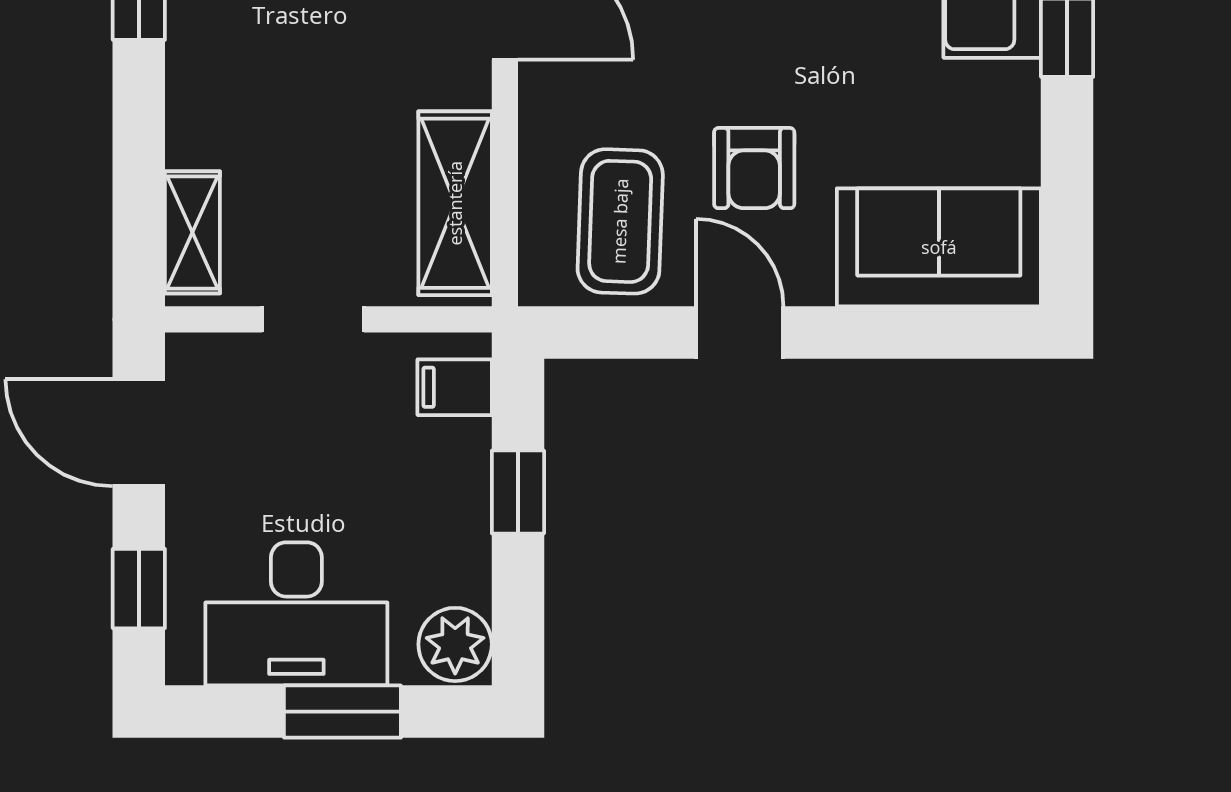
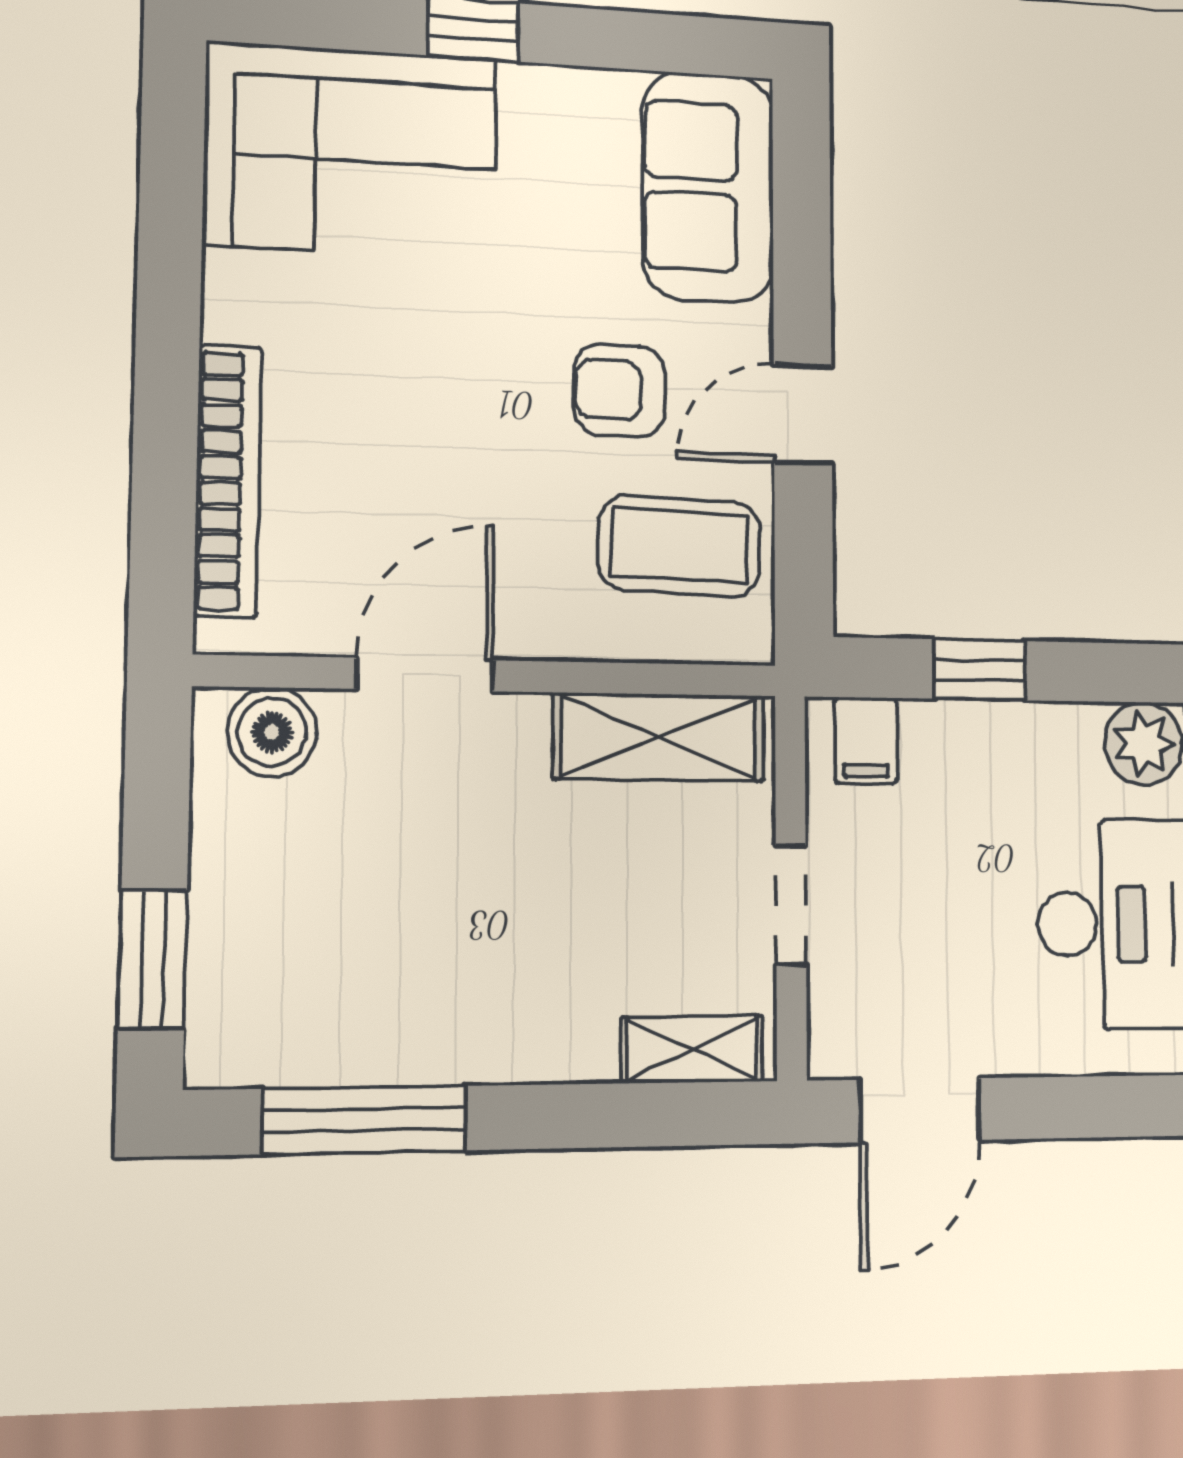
armchair: (754, 168) -> (619, 390), turned 180
window: (139, 589) -> (1091, 1107), removed

